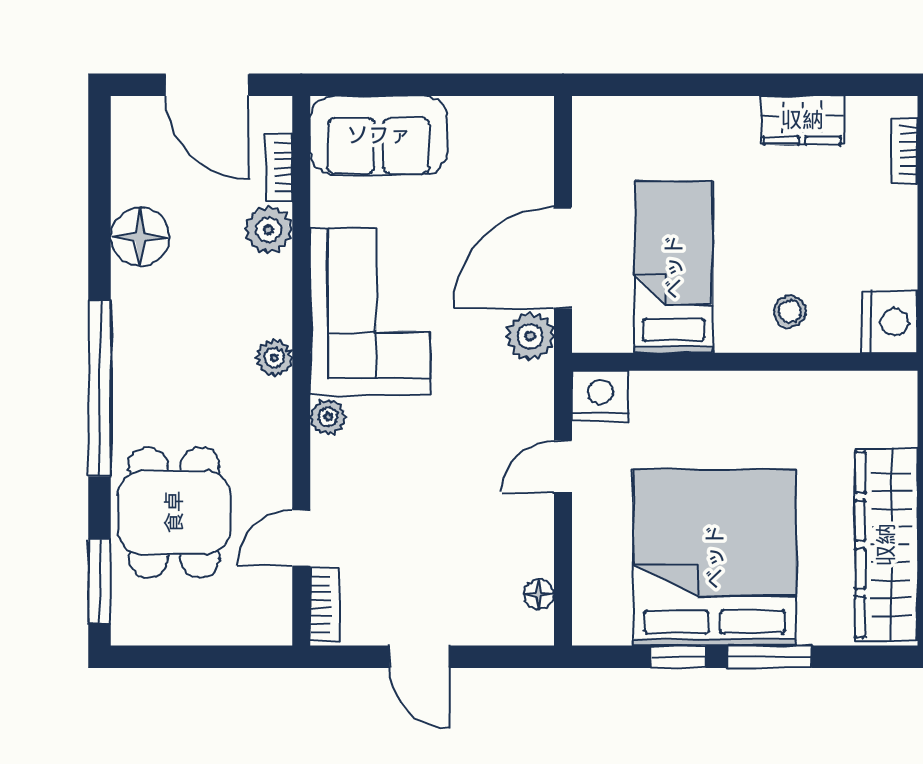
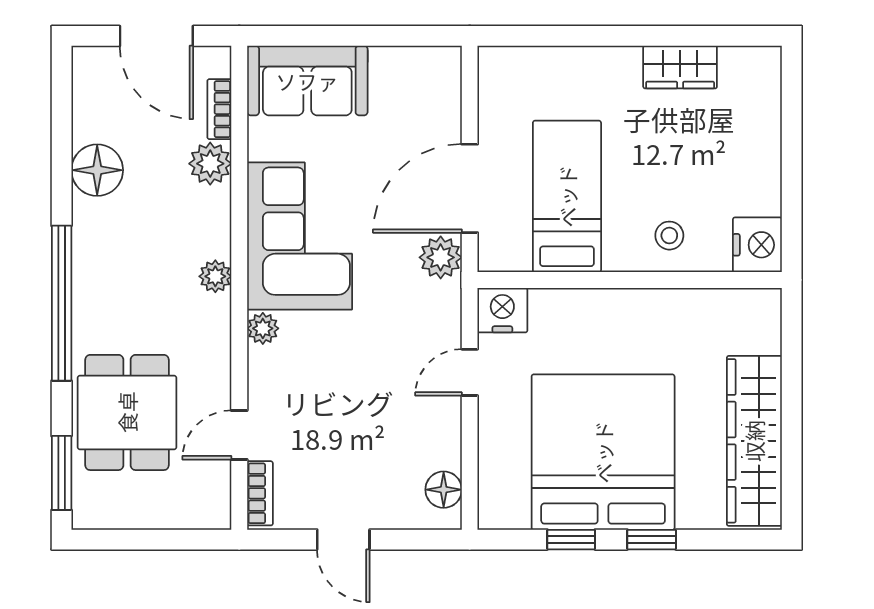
bookcase: (904, 150) -> (770, 94), removed
floor lamp: (539, 594) -> (444, 490), width x1.37, depth x1.37
window: (770, 657) -> (652, 540), width x0.67

